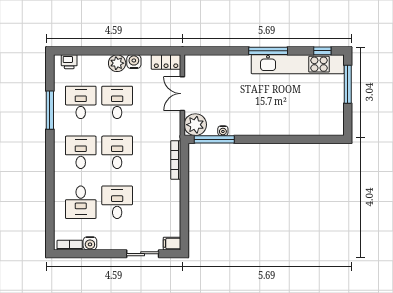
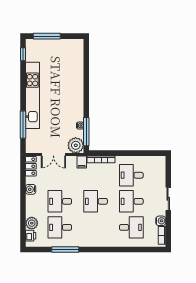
window: (268, 51) -> (23, 125), moved
plant: (117, 63) -> (32, 223), moved
kitchen unit: (298, 64) -> (32, 95), moved
desk: (81, 152) -> (131, 175), moved
filing cabinet: (172, 244) -> (82, 162), moved
sliding door: (143, 254) -> (168, 199), moved

